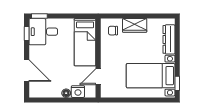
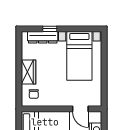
window: (177, 83) -> (50, 29), moved

